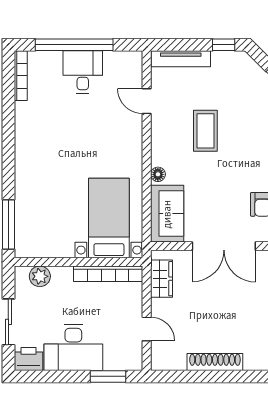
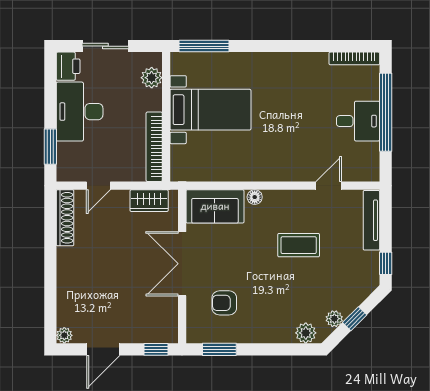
bed with nightstands: (109, 218) -> (210, 110), moved
shoe rack: (215, 362) -> (65, 218), moved

